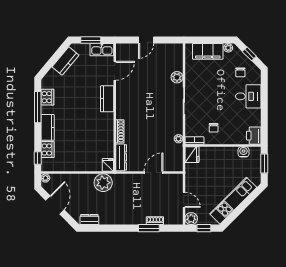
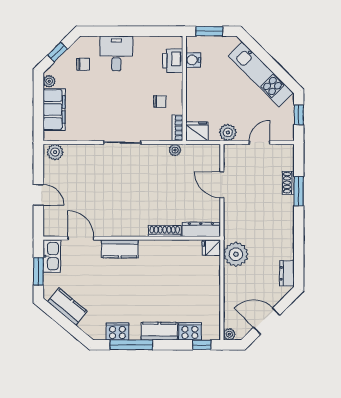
plant: (177, 77) -> (55, 152), moved
printer: (254, 136) -> (173, 61), moved, turned 90
plant: (191, 219) -> (228, 132), moved

